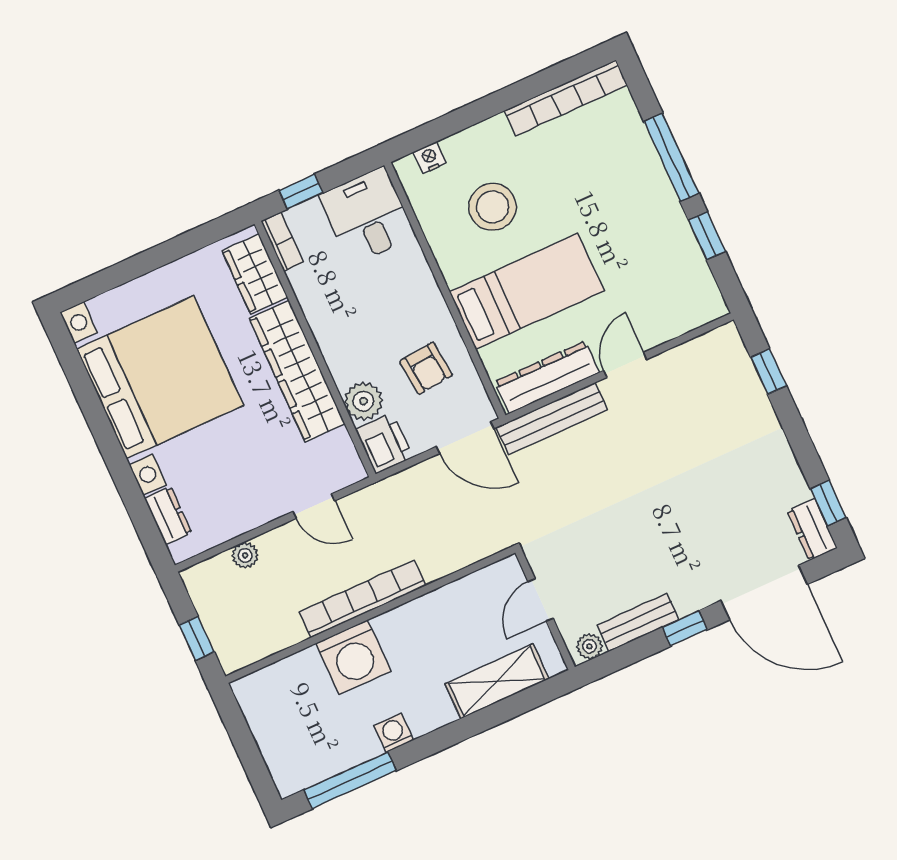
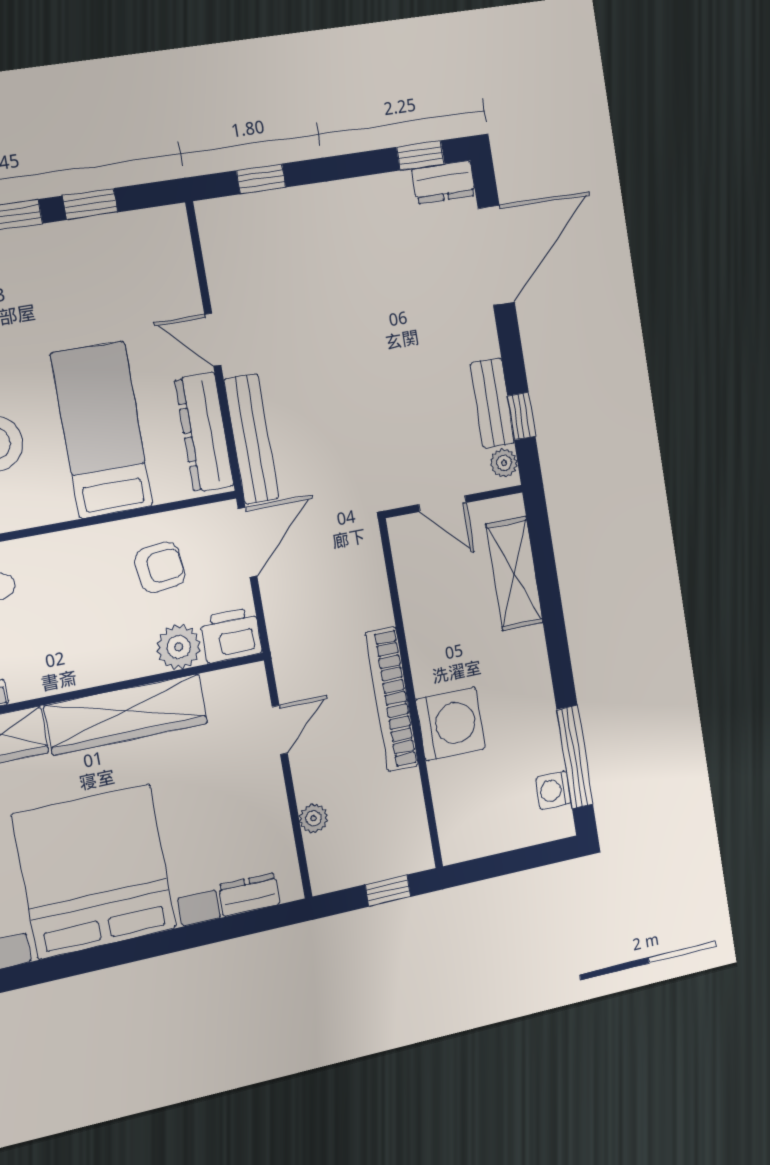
window: (685, 628) -> (521, 416), moved
washing machine: (394, 733) -> (553, 790), moved

